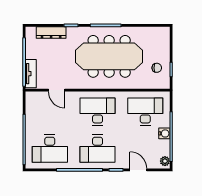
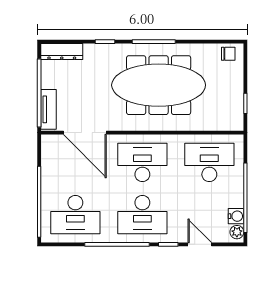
dresser: (51, 33) -> (62, 52), moved
chair: (157, 68) -> (228, 54), moved
door: (57, 90) -> (85, 133), width x1.87
water cooler: (164, 133) -> (236, 216), moved

